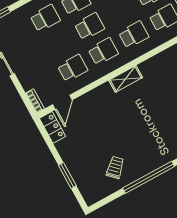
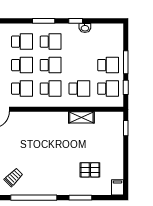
school desk: (59, 43) -> (22, 65), added
shelving: (126, 79) -> (81, 117), moved

